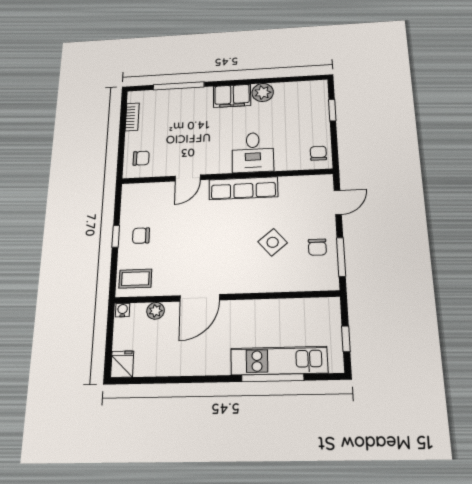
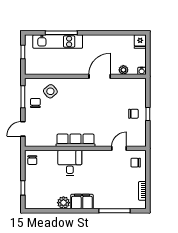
door: (188, 178) -> (119, 148), moved
side table: (273, 242) -> (50, 91), moved
coffee table: (135, 279) -> (135, 88), removed

